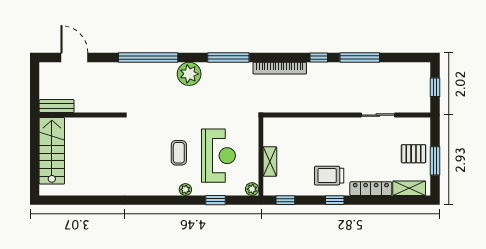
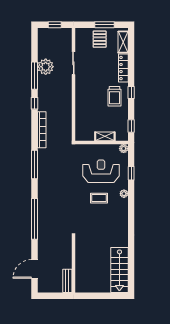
plant: (189, 74) -> (46, 67), moved
stairs: (52, 151) -> (119, 270), moved, turned -90

